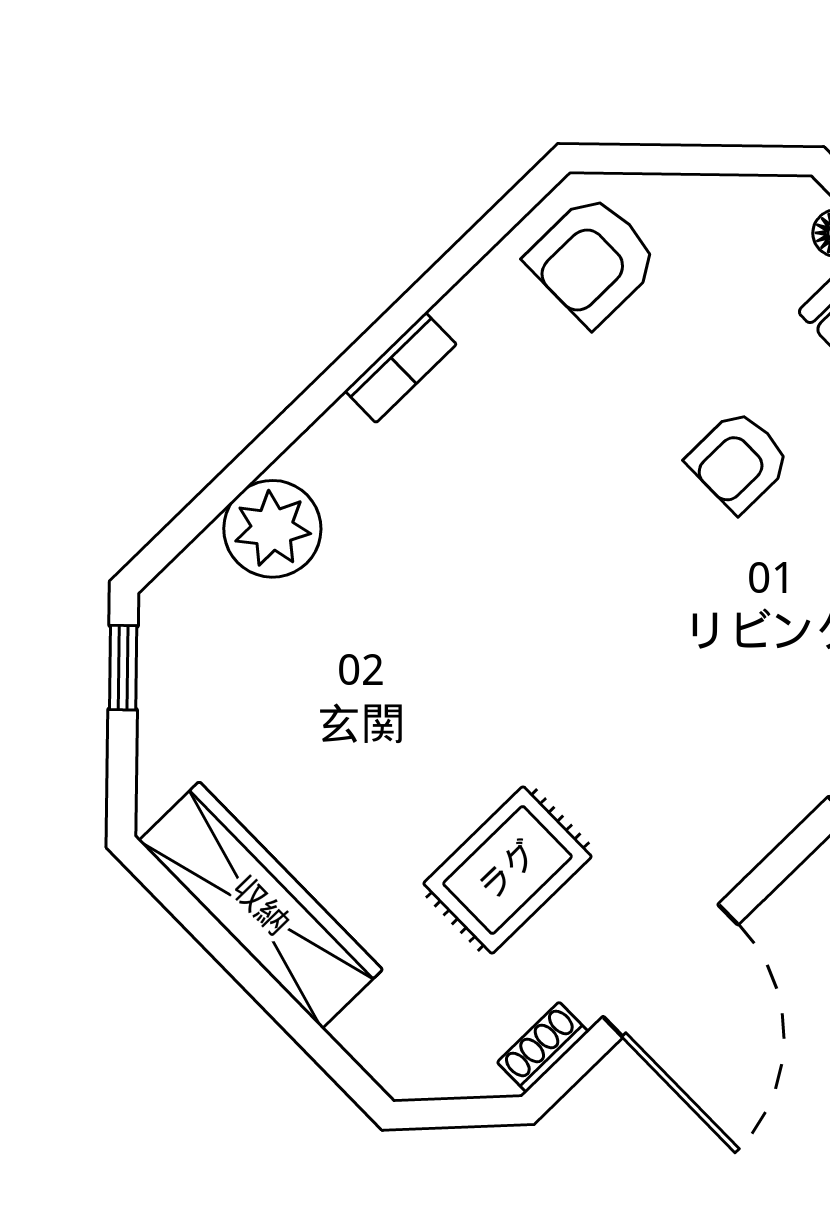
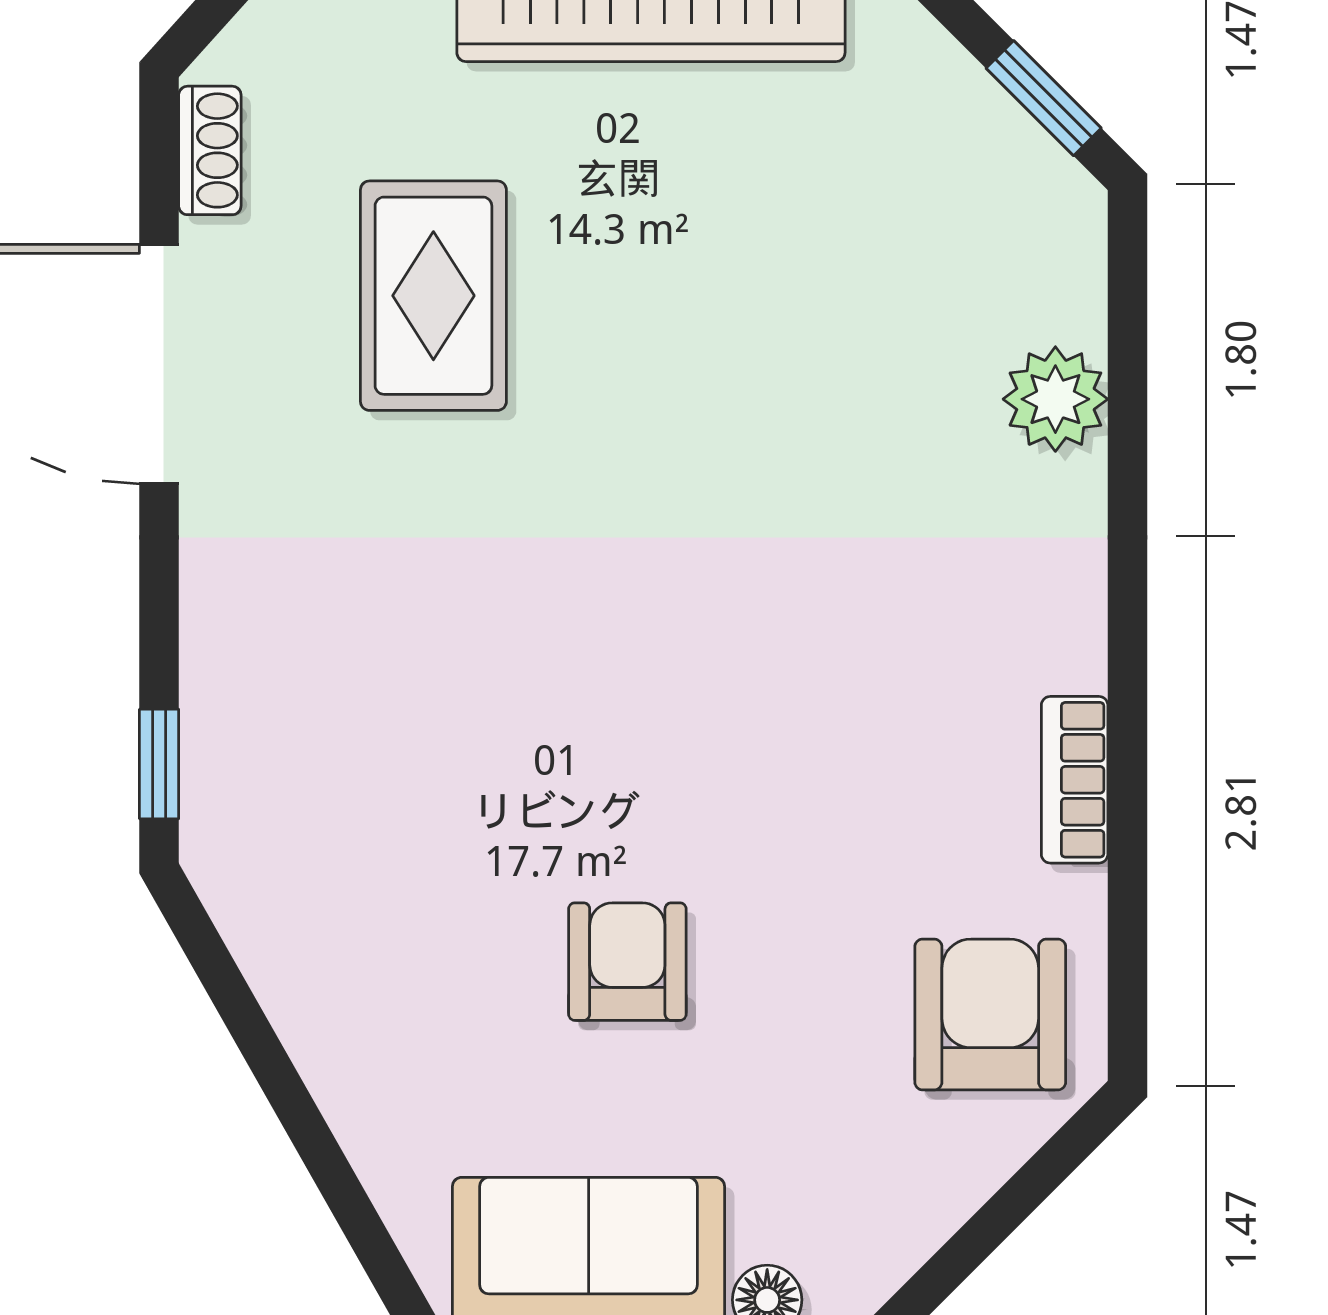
bookcase: (401, 368) -> (1075, 780), moved
plant: (272, 529) -> (1055, 399), width x0.73, depth x0.73

